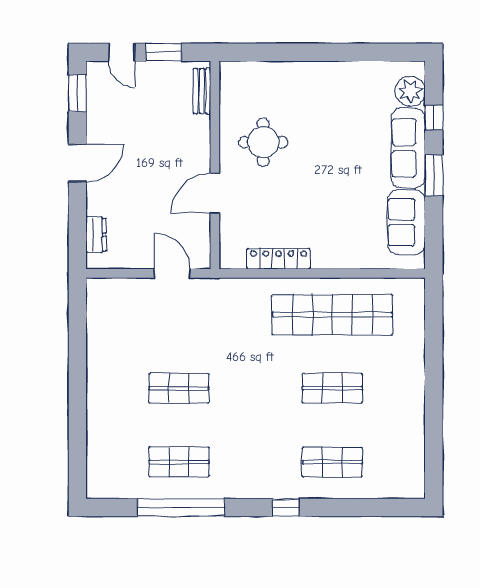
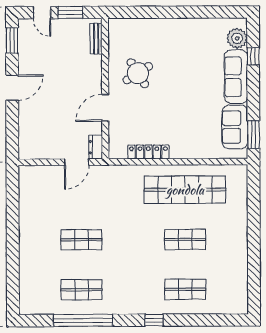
round table: (263, 142) -> (138, 73), turned -32
window: (434, 175) -> (253, 135), moved
dresser: (96, 235) -> (96, 147), moved, turned 180
door: (172, 273) -> (77, 162), swing flipped

